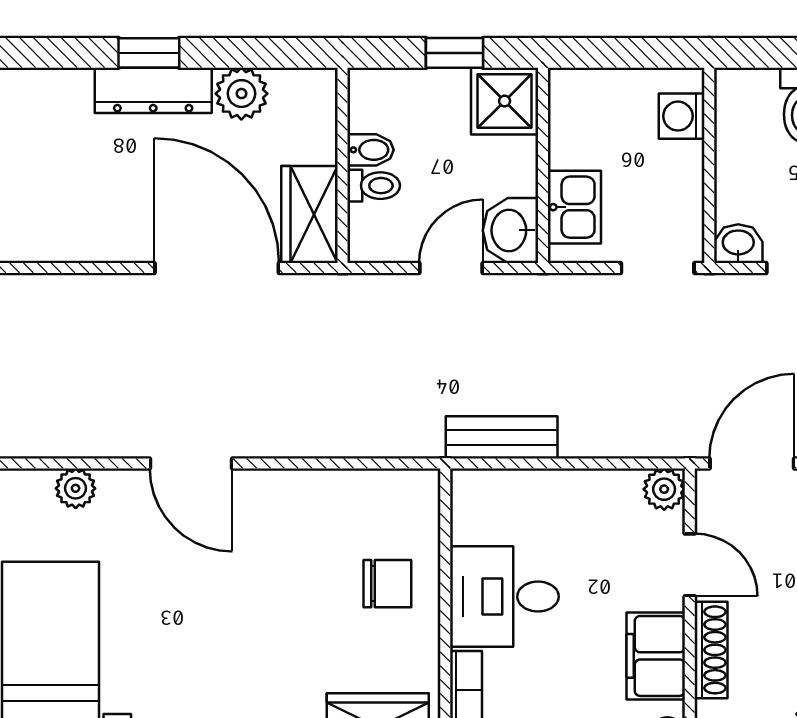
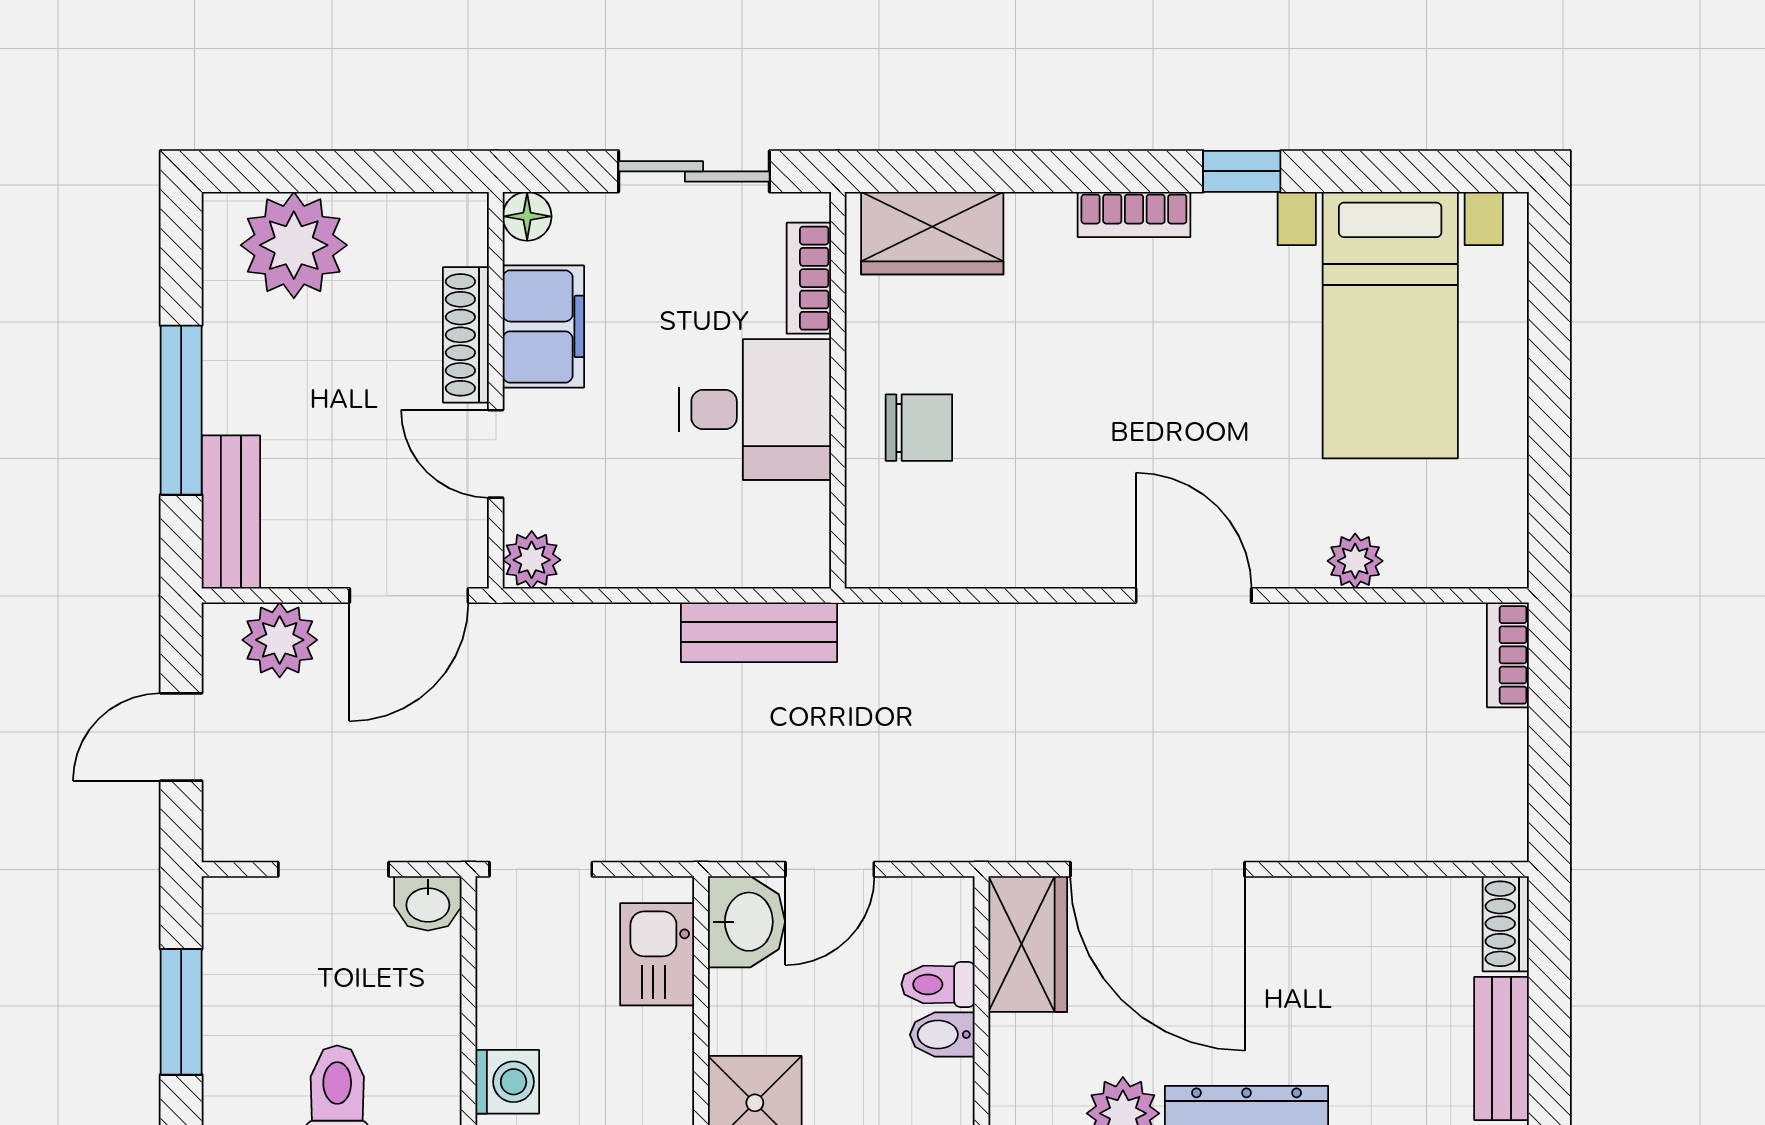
chair: (387, 584) -> (919, 428), turned 180

